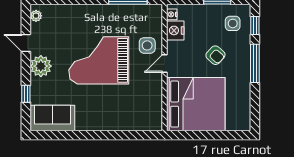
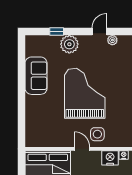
plant: (36, 16) -> (112, 40), moved
plant: (41, 66) -> (69, 44), moved
sofa: (52, 118) -> (36, 76), moved

